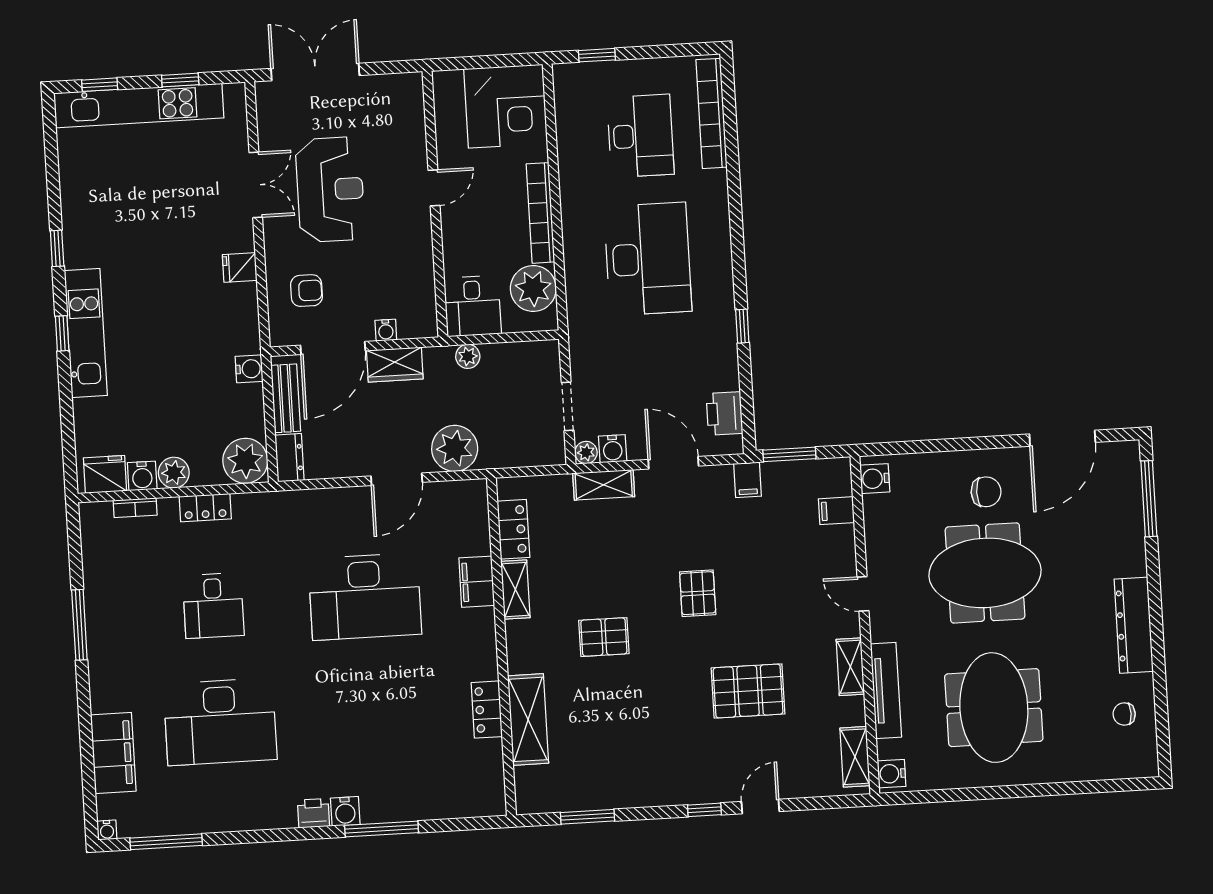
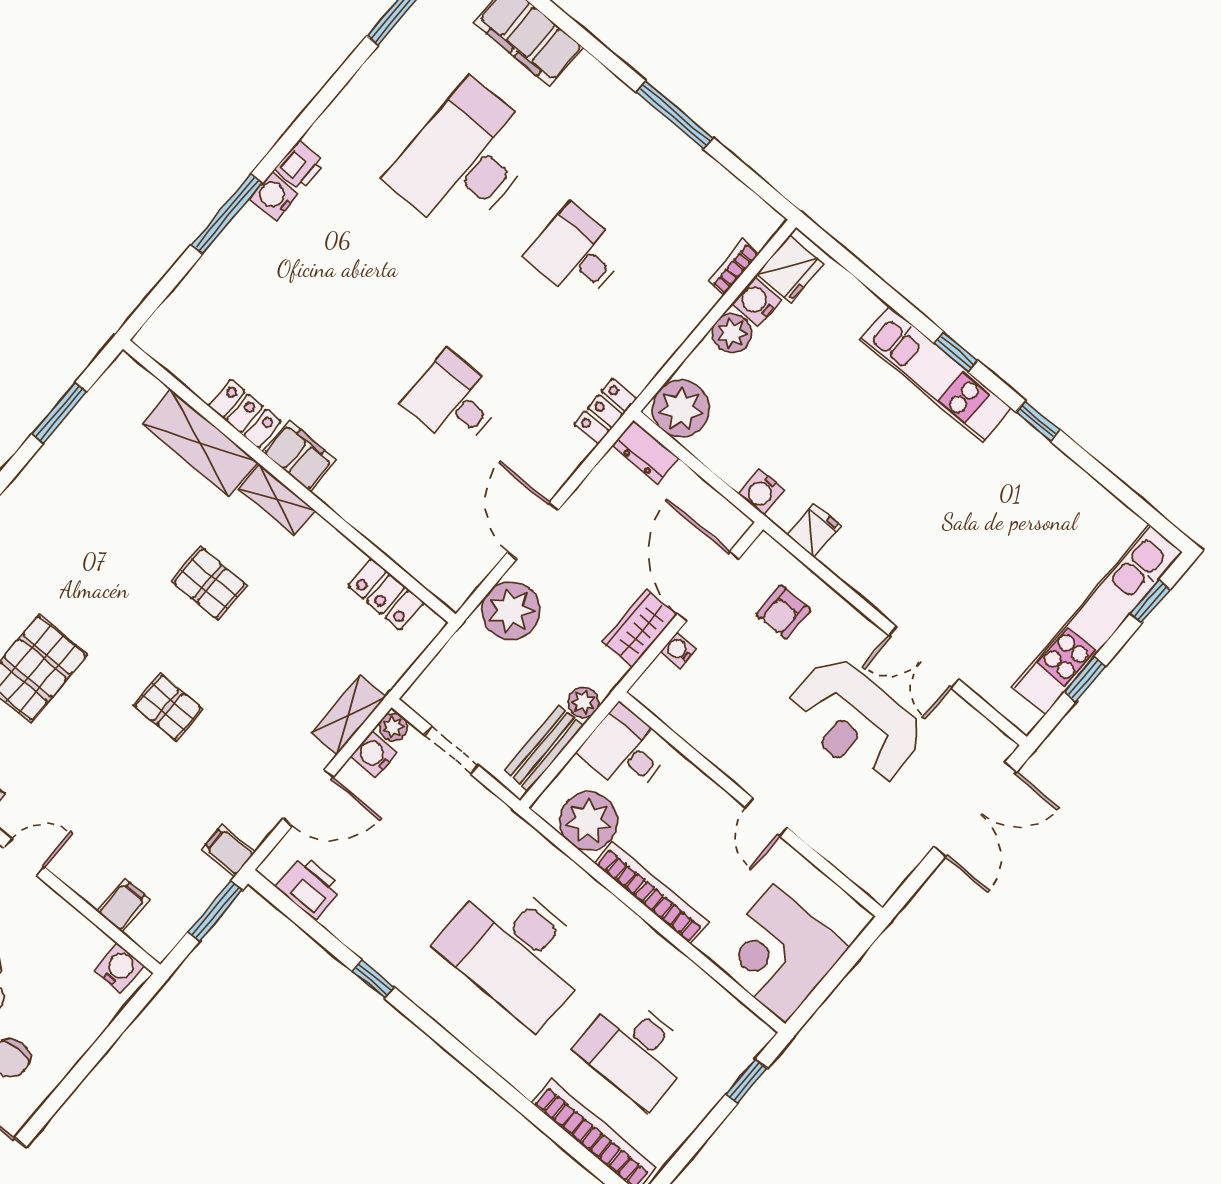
fridge: (240, 267) -> (814, 530), moved
bench: (286, 398) -> (544, 748), moved, turned 90
locker: (205, 508) -> (605, 412), moved
filing cabinet: (477, 582) -> (299, 456), moved
shelving: (515, 590) -> (277, 500), moved
desk: (365, 597) -> (453, 400), width x0.53, depth x0.77
pallet: (604, 637) -> (209, 583), turned 90

